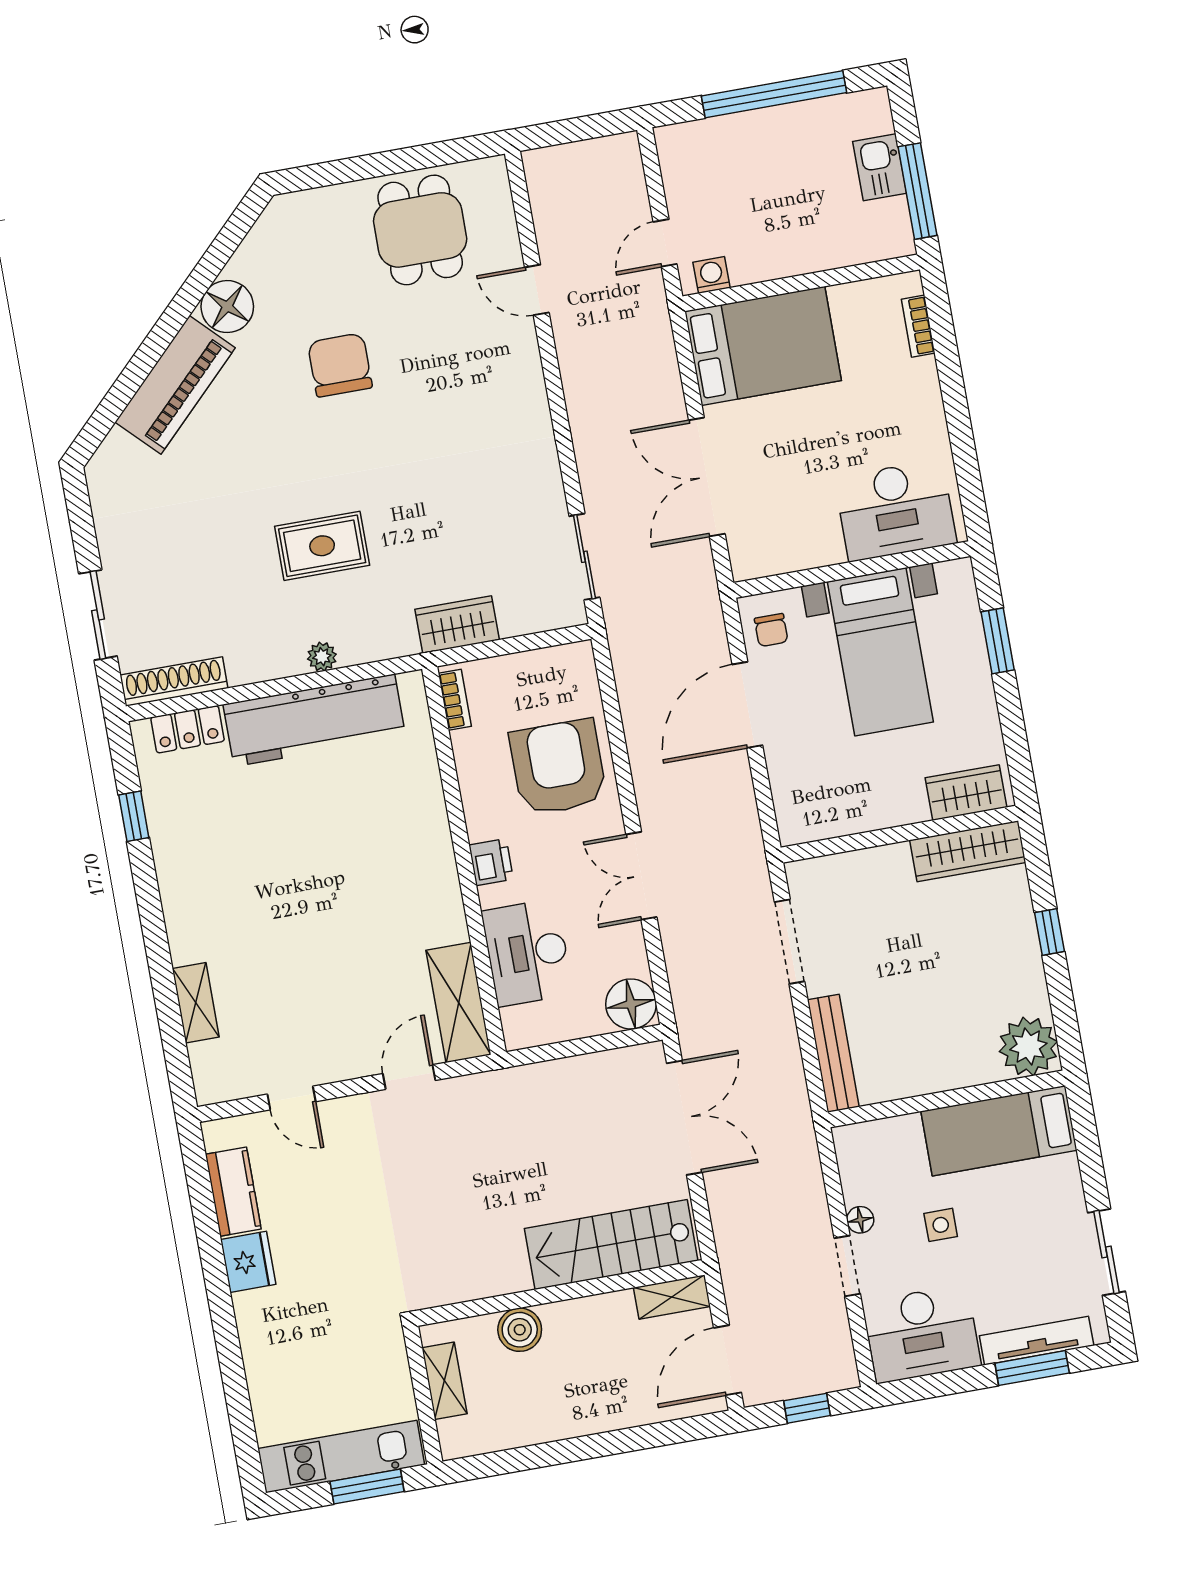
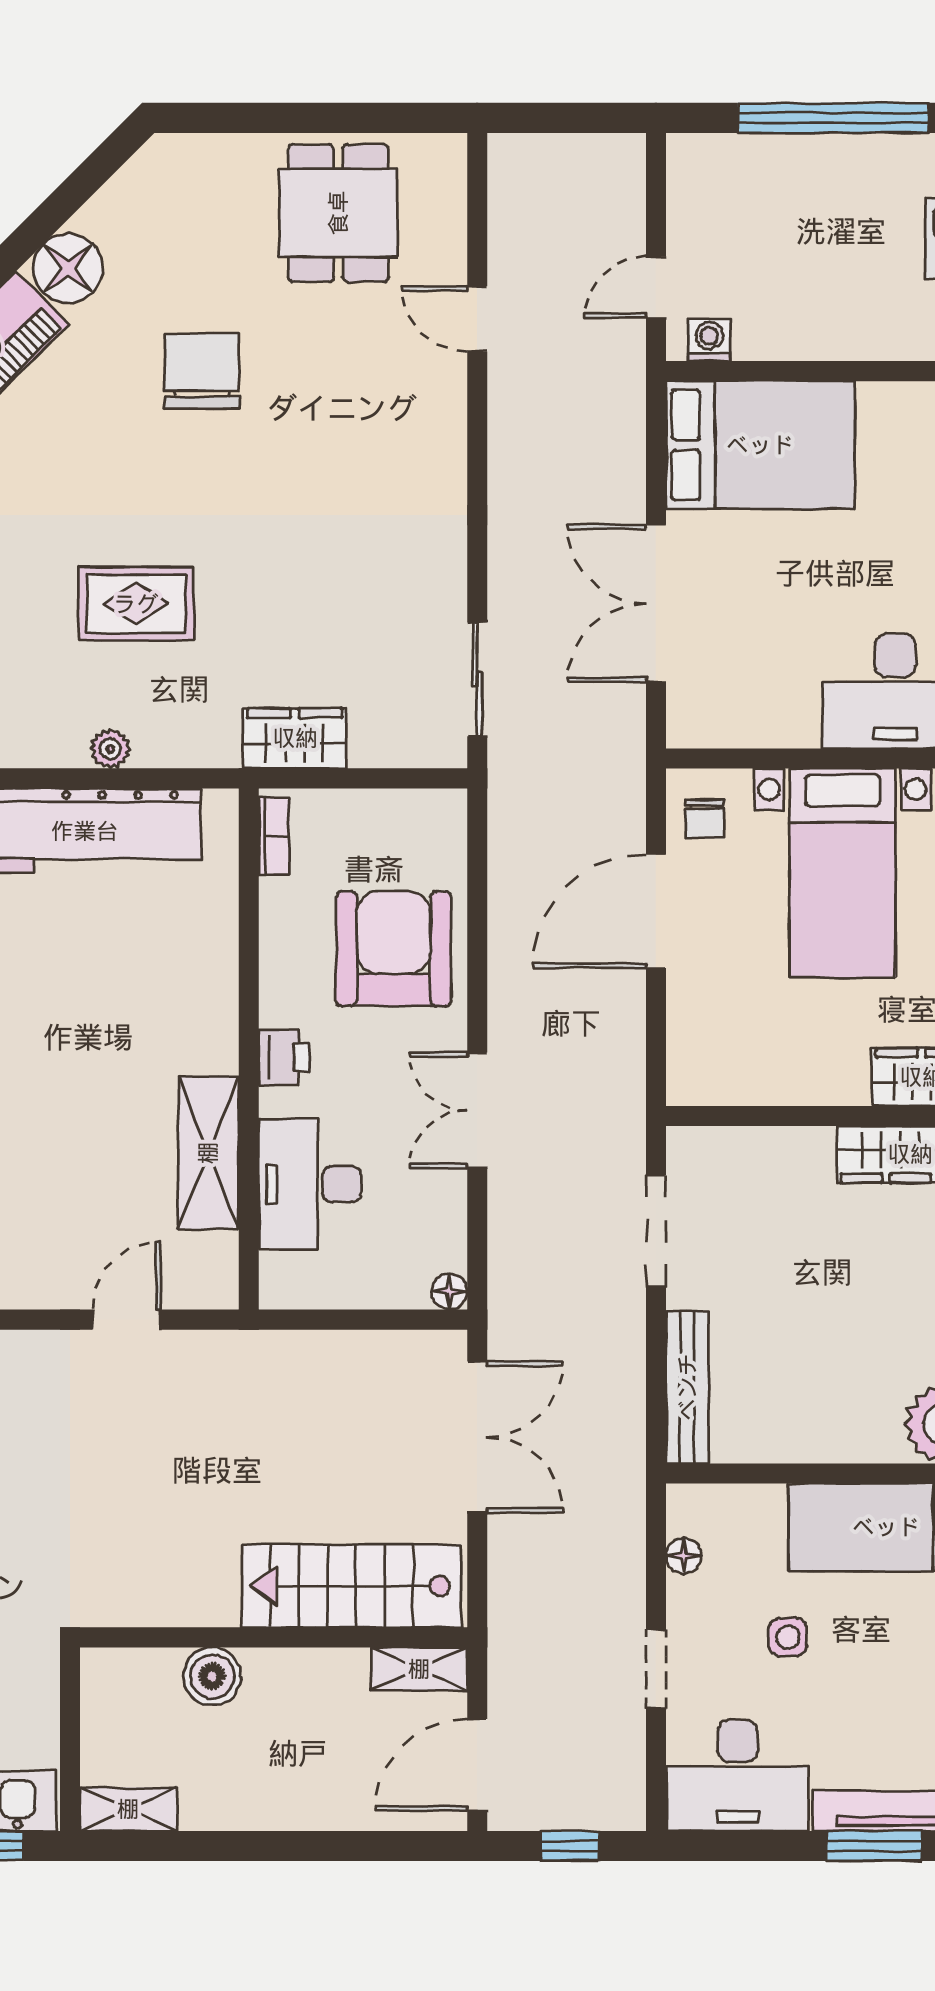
shelving: (459, 1002) -> (208, 1153), moved
floor lamp: (631, 1004) -> (450, 1291), width x0.53, depth x0.53
floor lamp: (860, 1220) -> (684, 1556), moved
shelving: (444, 1381) -> (128, 1809), moved, turned 90

